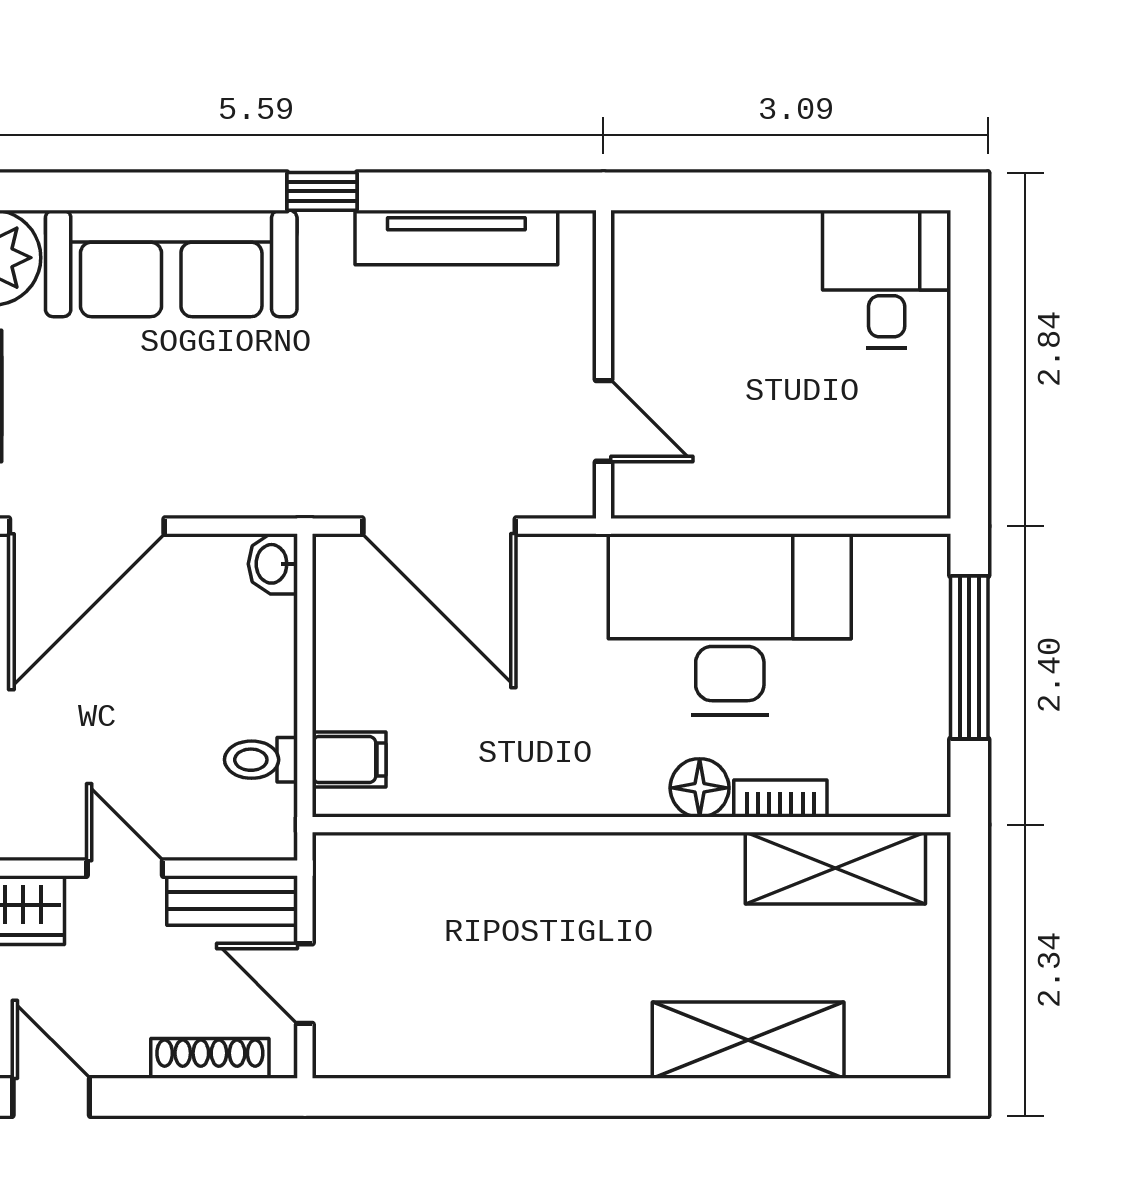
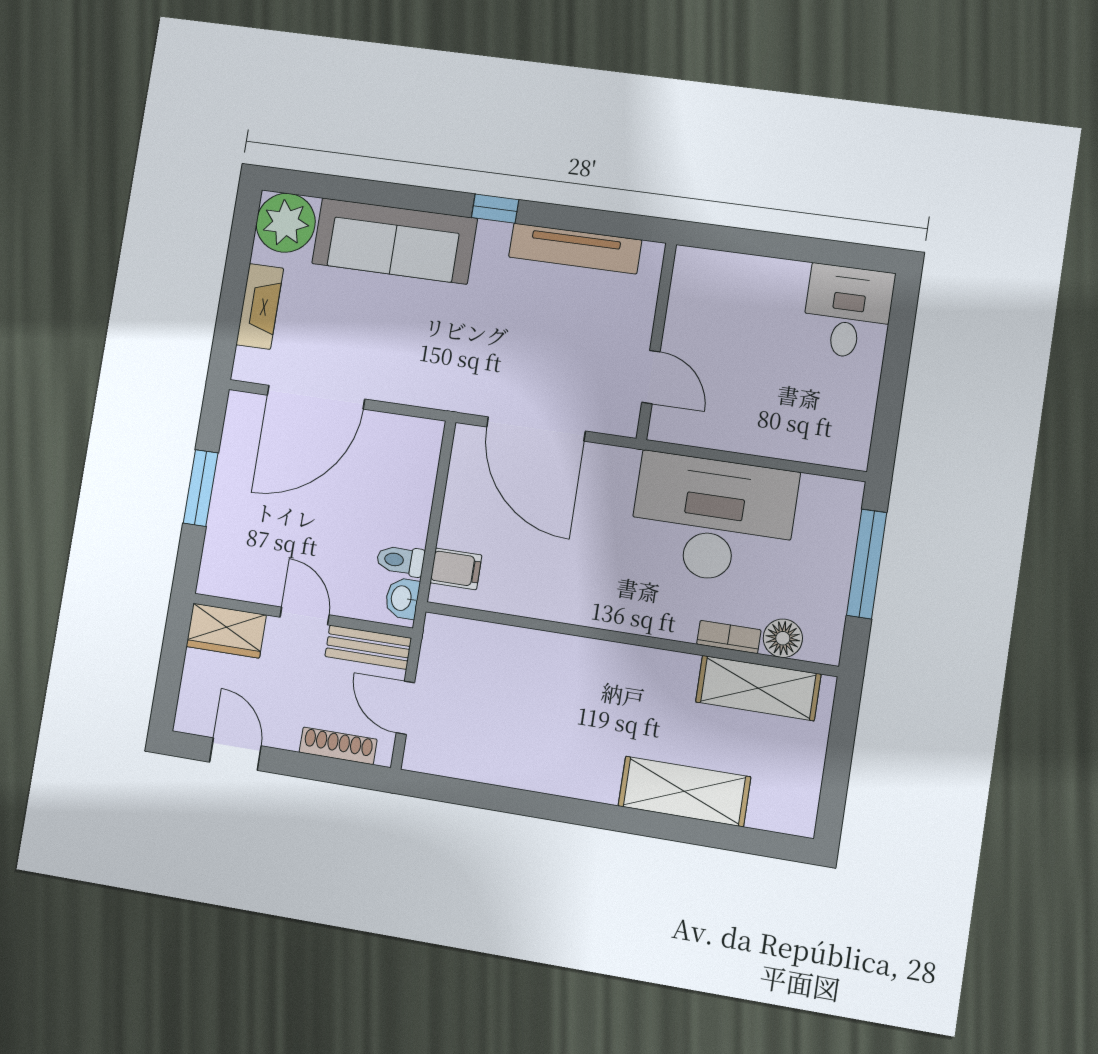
washbasin: (273, 564) -> (402, 598), moved
floor lamp: (700, 788) -> (783, 638), moved

